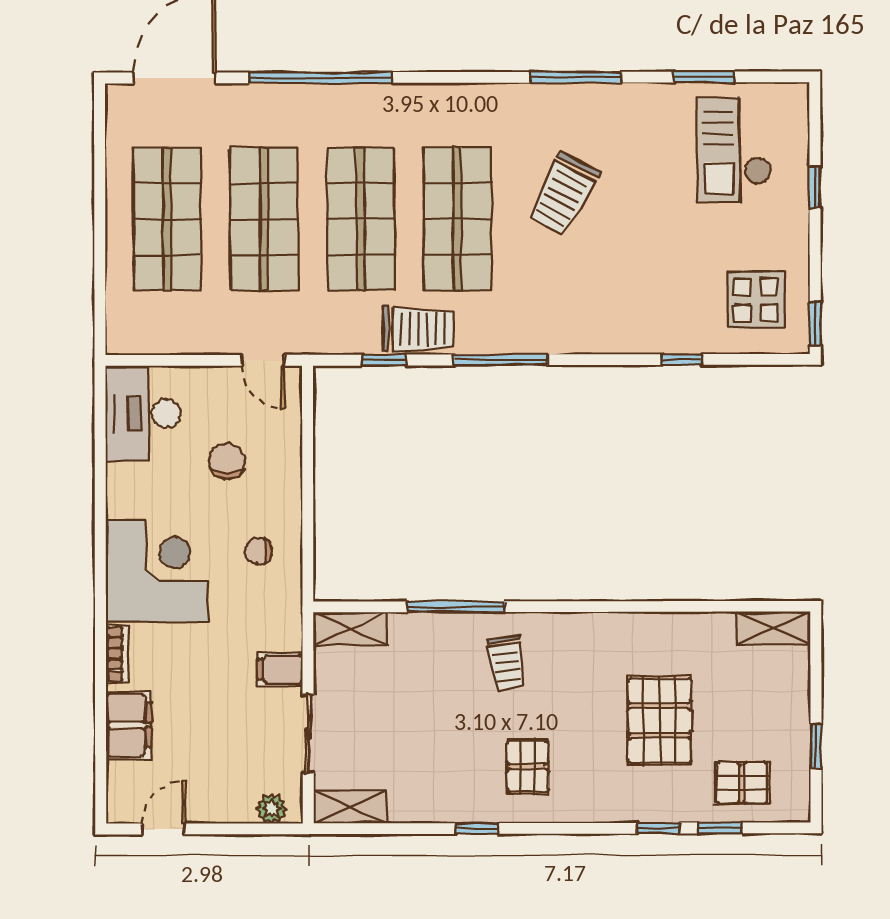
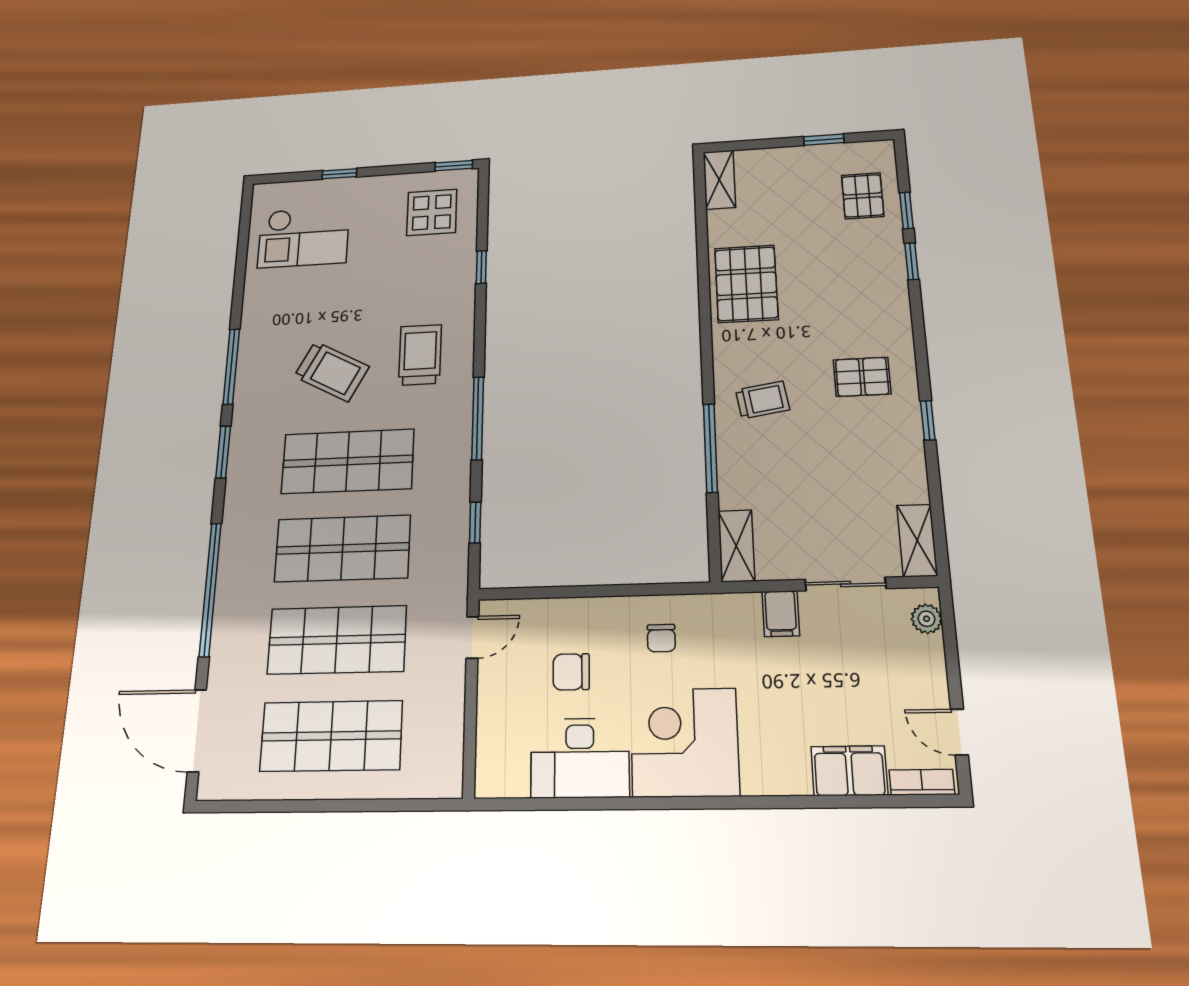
window: (704, 77) -> (223, 452), moved
trolley: (418, 329) -> (420, 355), moved
desk: (143, 414) -> (580, 758), moved
bookcase: (117, 654) -> (922, 782), moved
pallet: (659, 721) -> (746, 284), moved, turned 90

